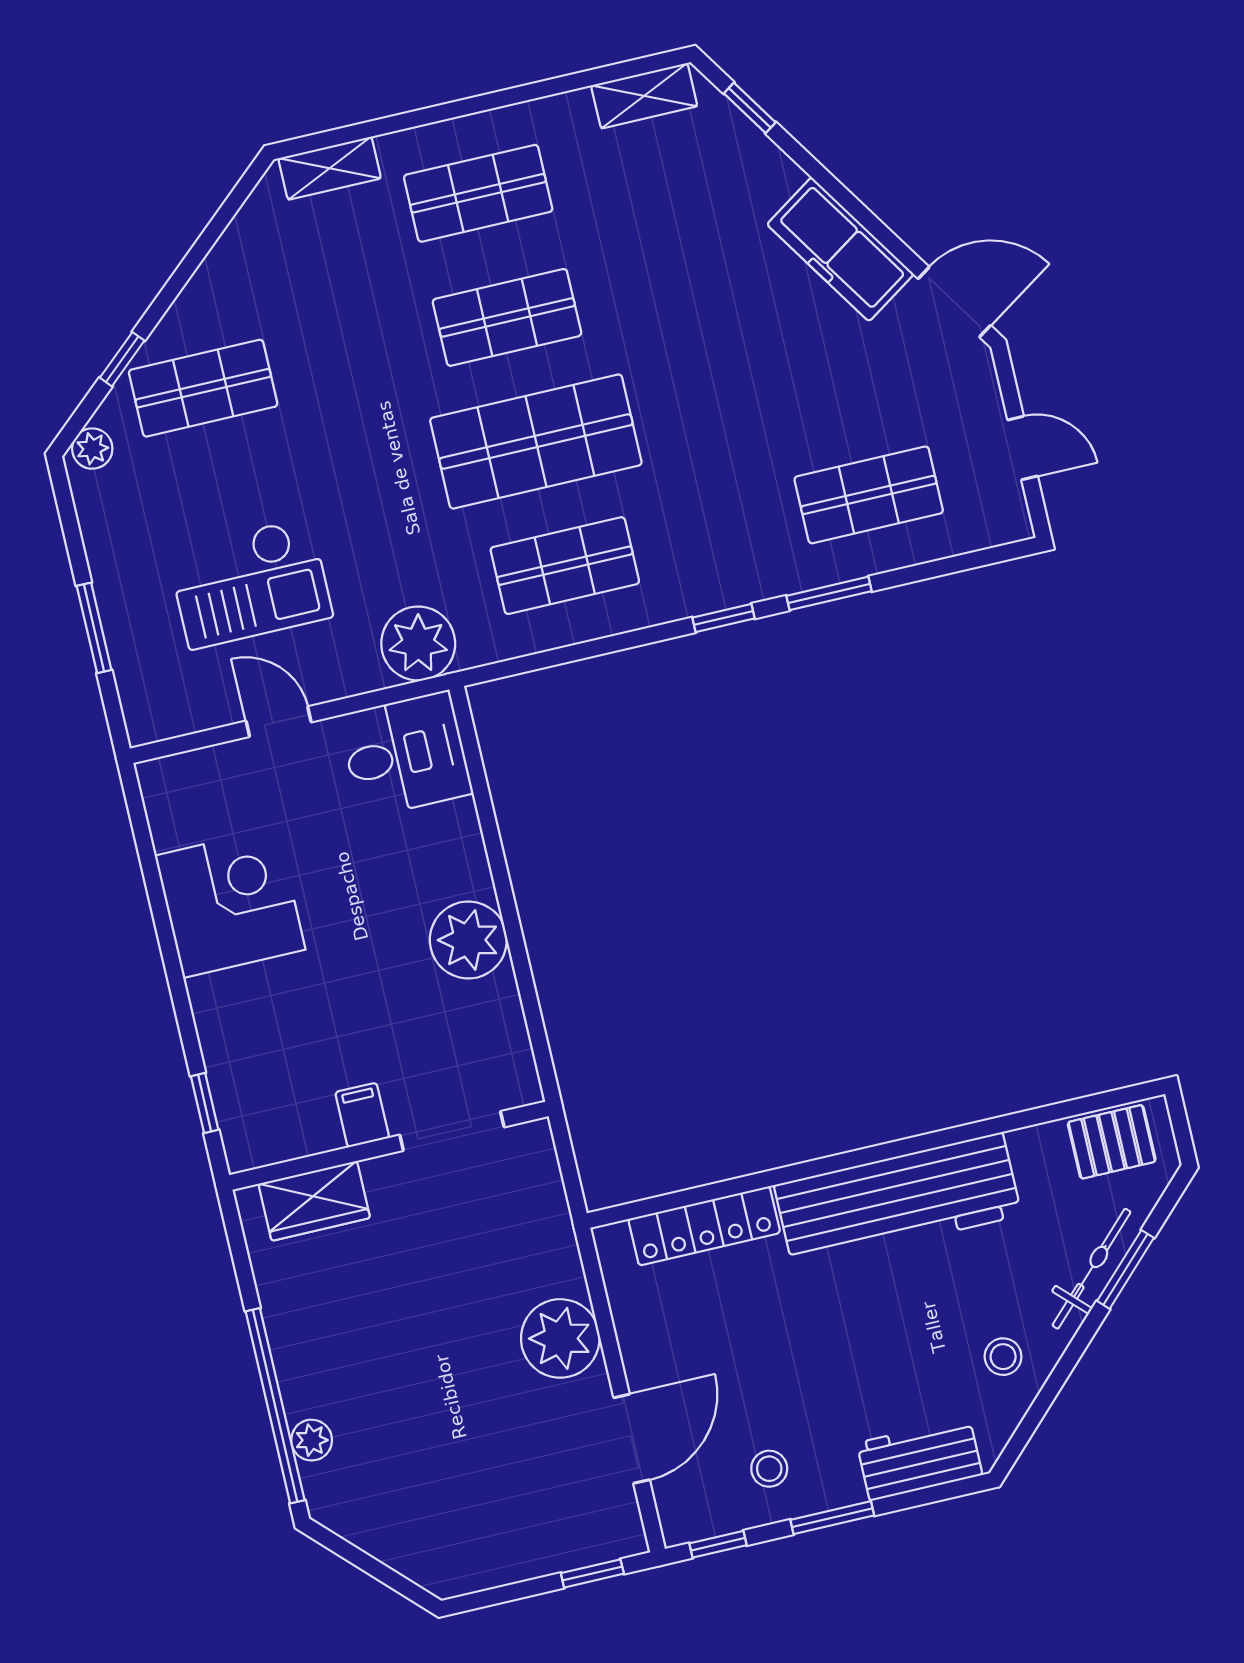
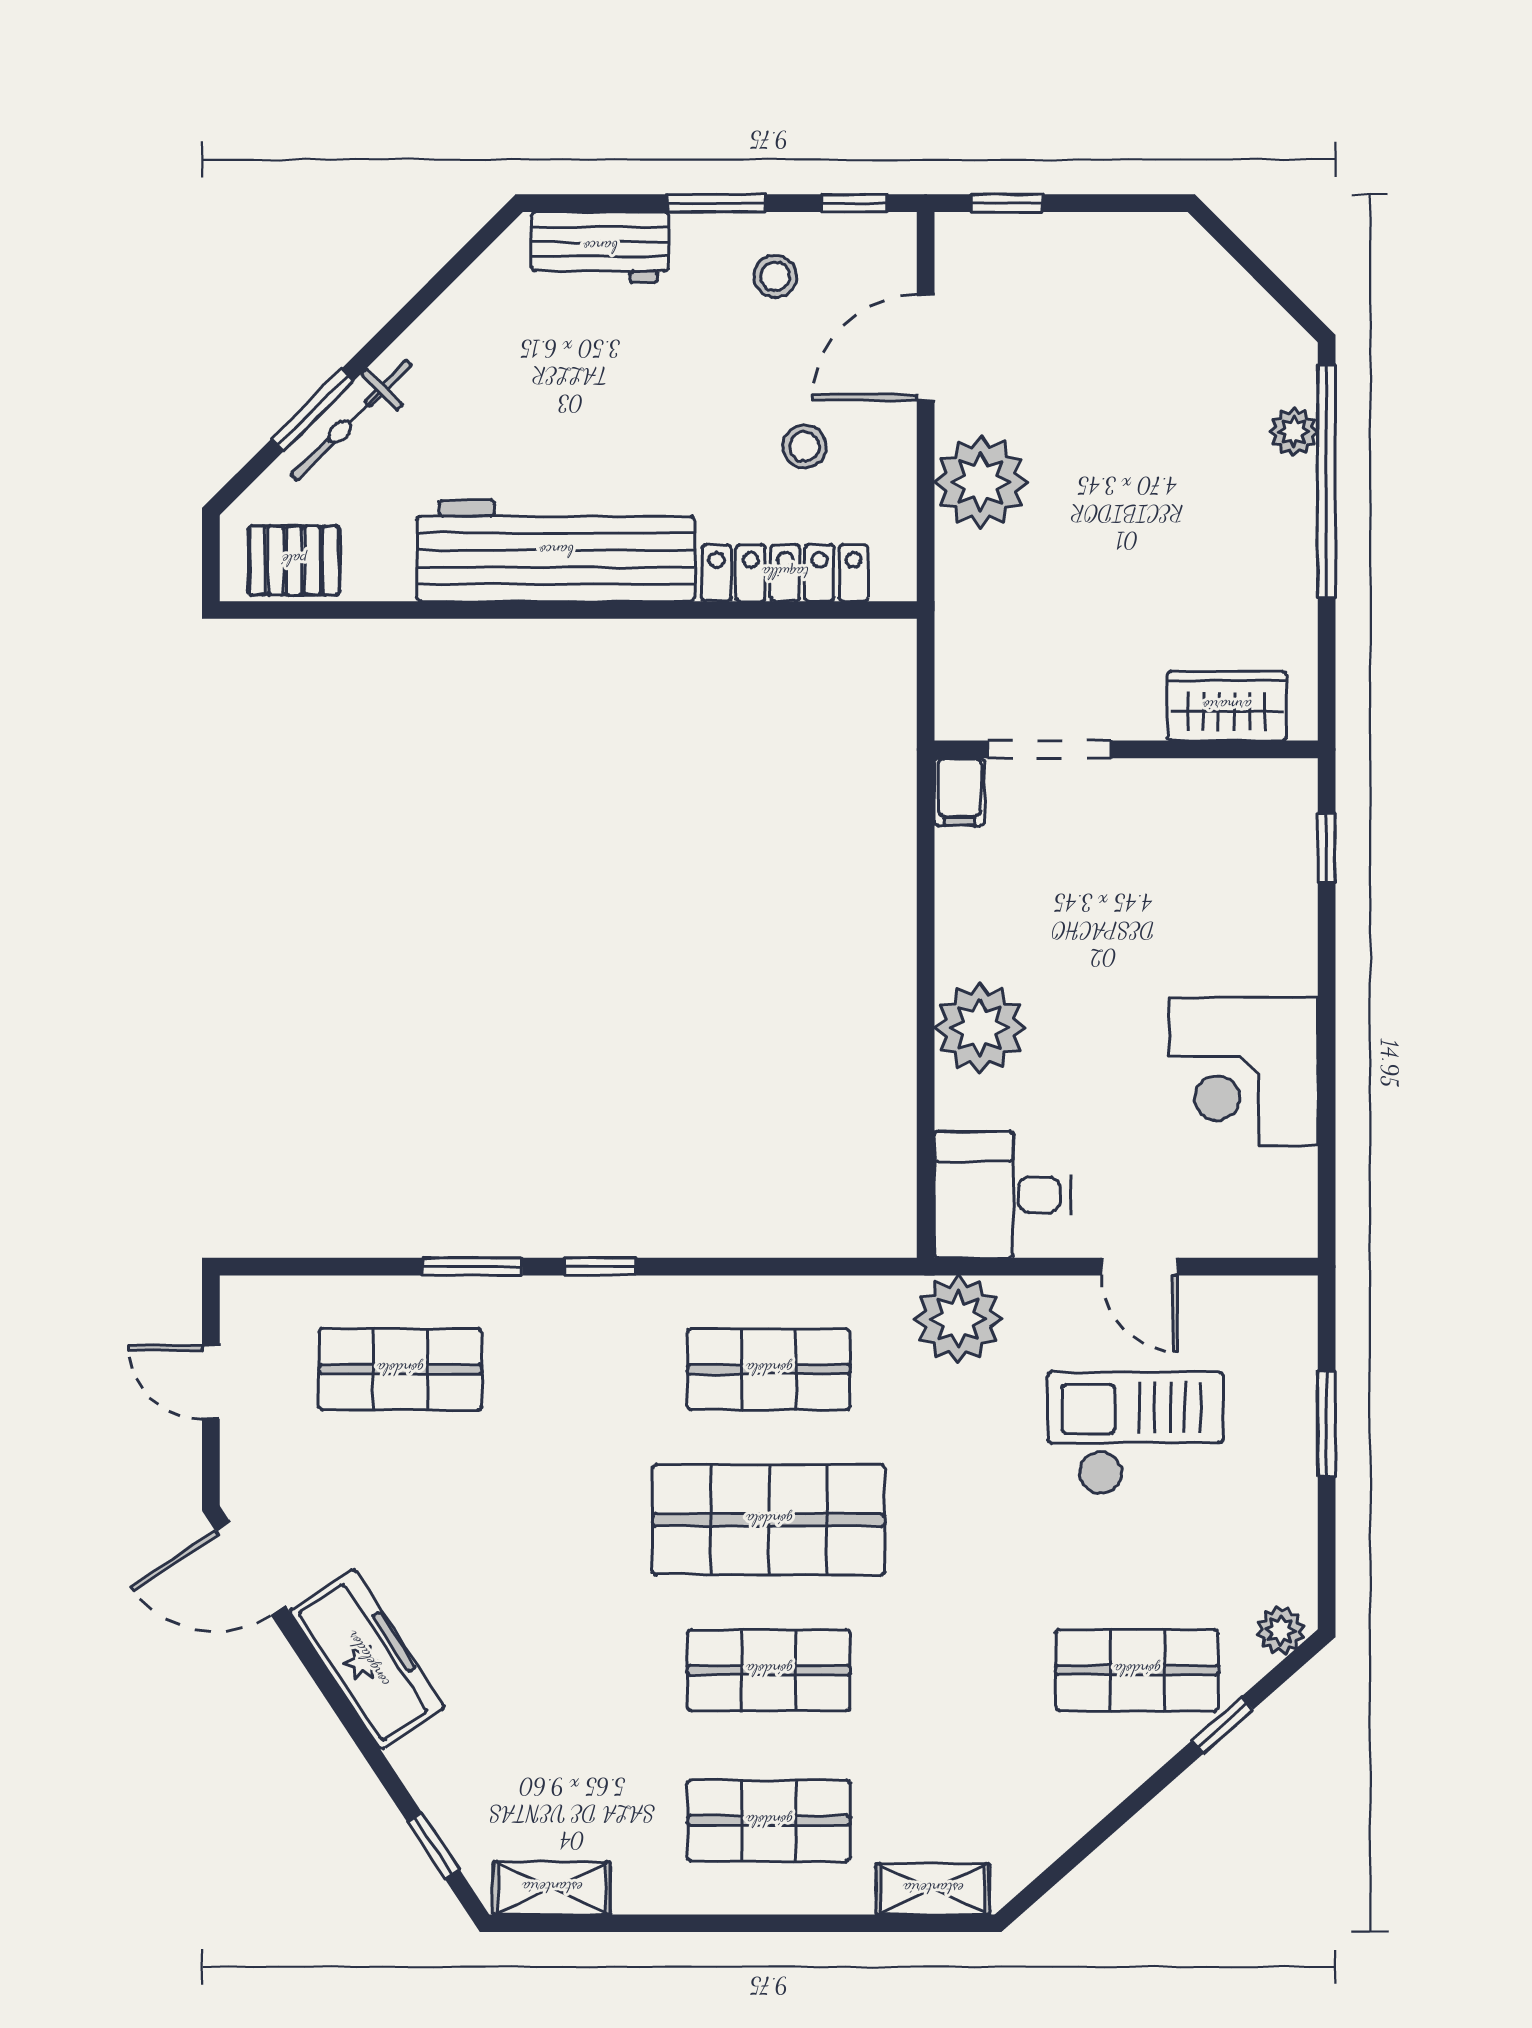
plant: (468, 940) -> (980, 1028), moved
filing cabinet: (362, 1115) -> (960, 792), moved
stool: (1003, 1357) -> (804, 446), moved

